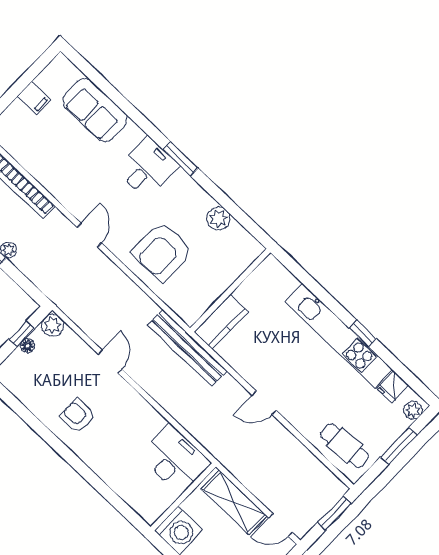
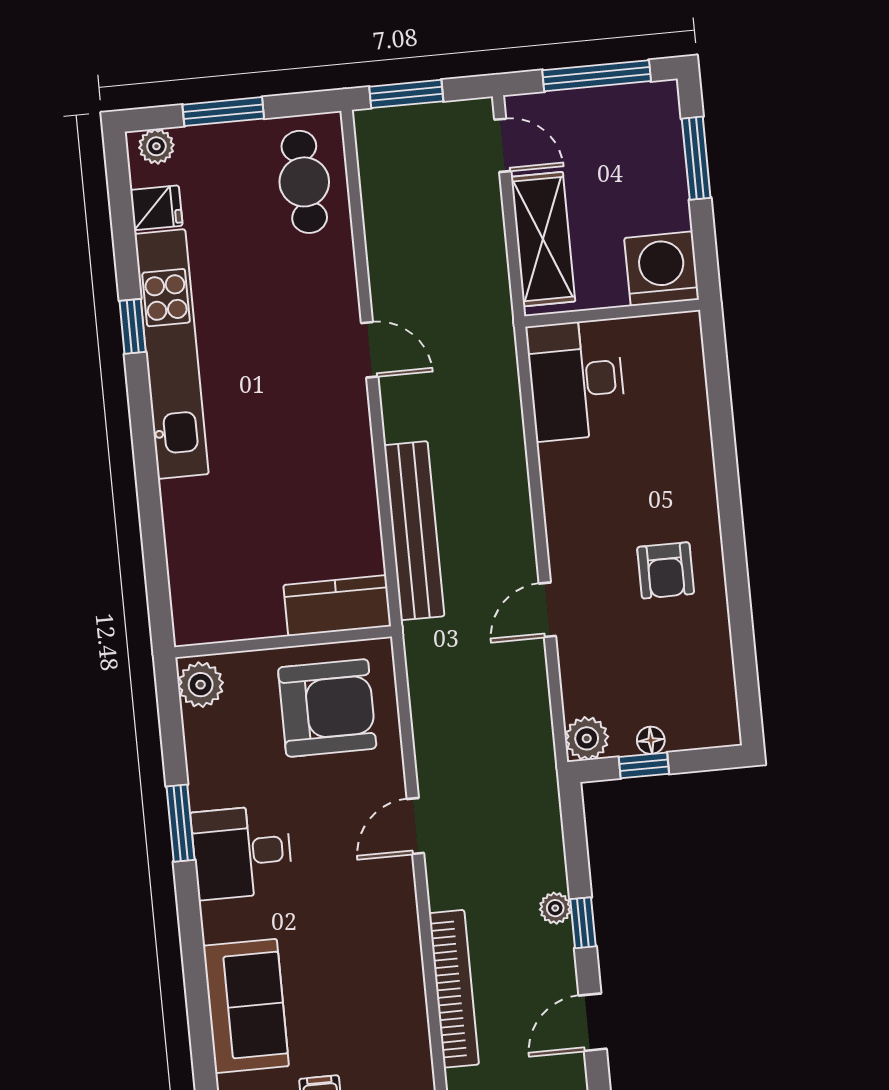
wall: (230, 290) -> (283, 642), moved
kitchen counter: (221, 322) -> (337, 606), moved

